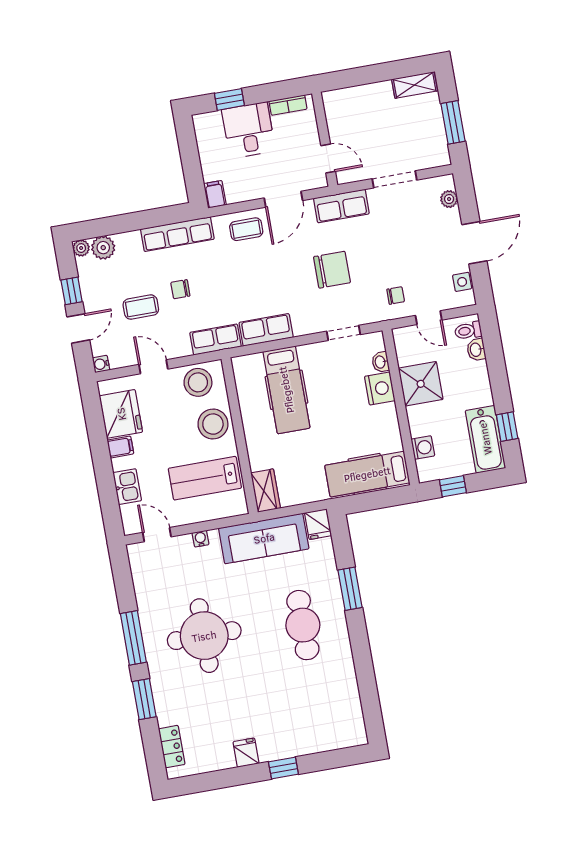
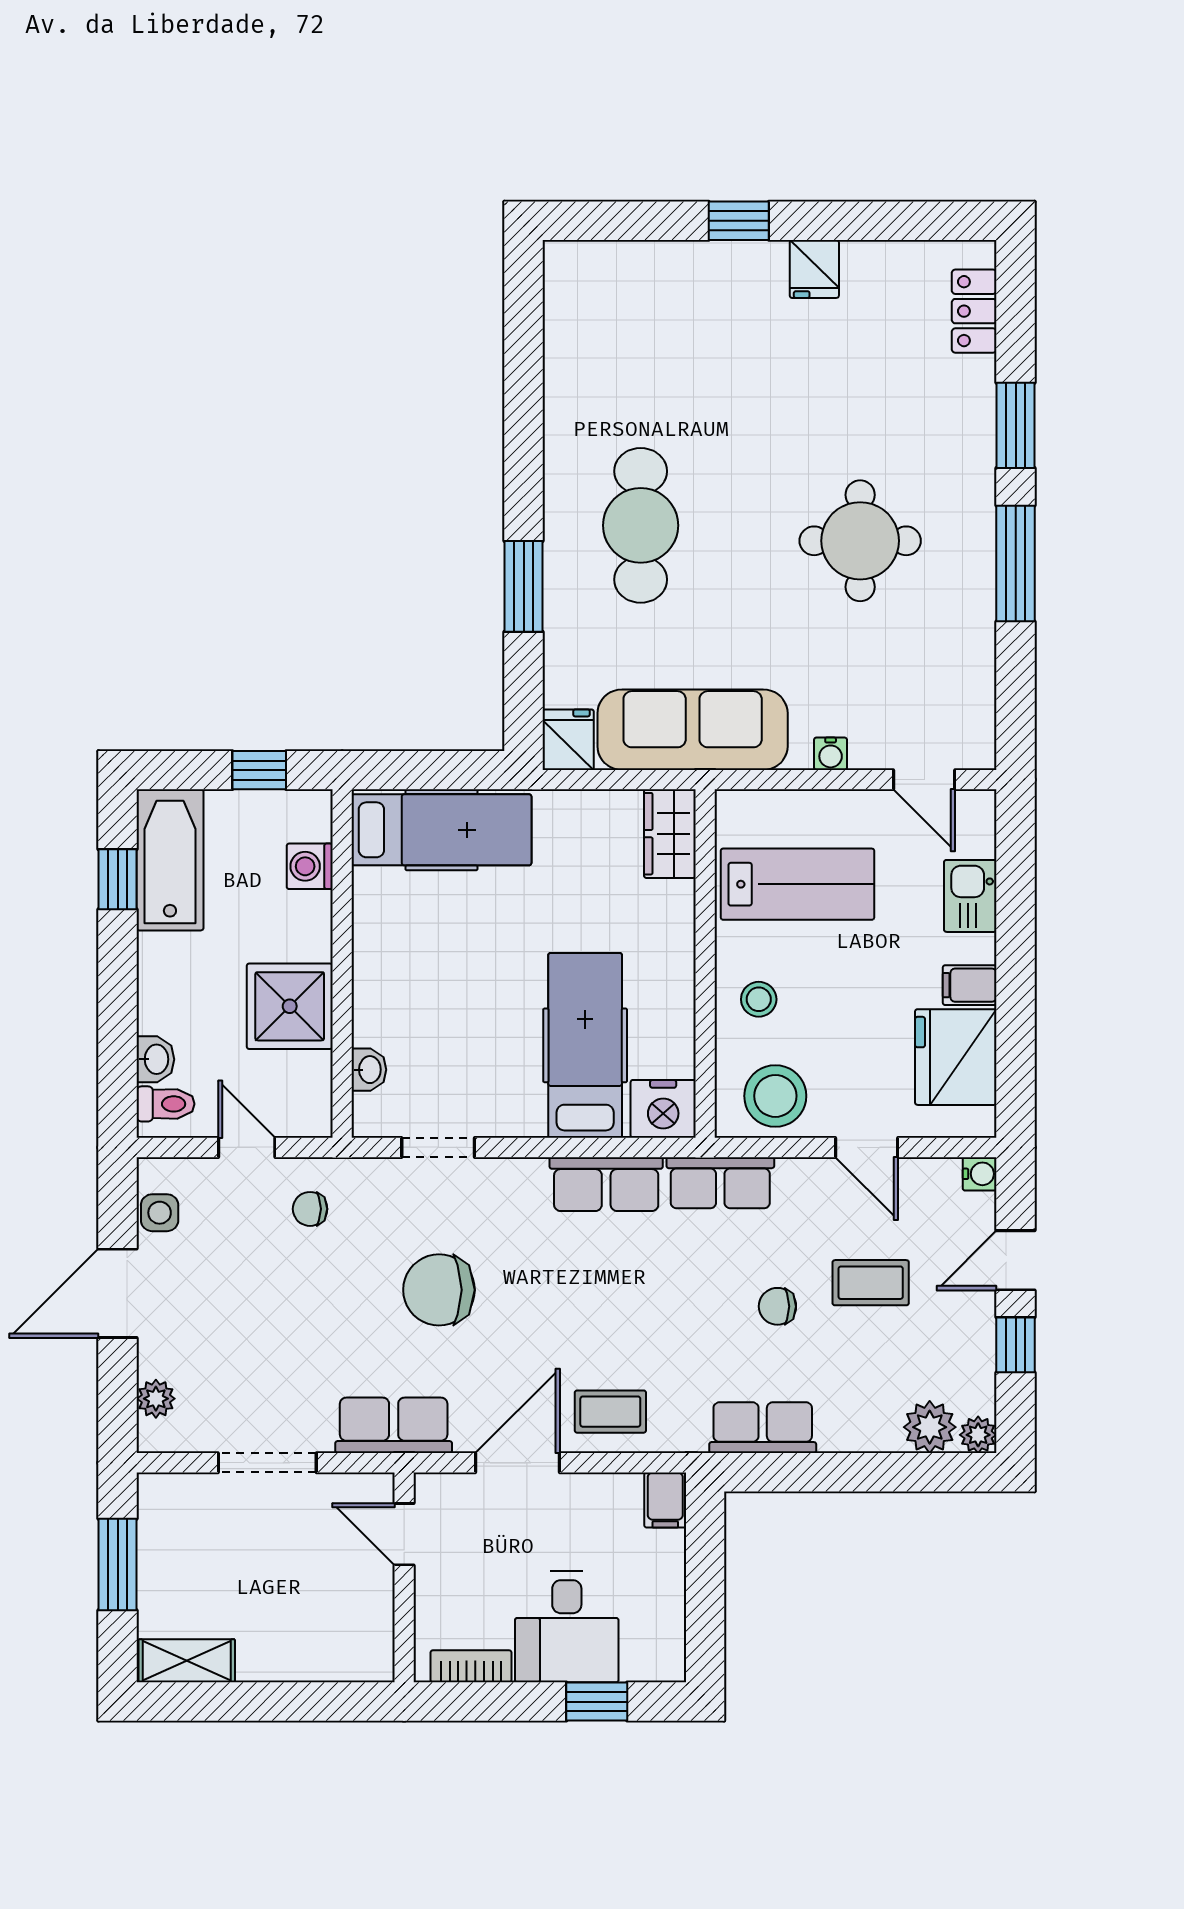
row of seats: (177, 234) -> (763, 1428), width x0.68
chair: (180, 289) -> (777, 1306), turned 180
nightstand: (380, 388) -> (663, 1109), moved, turned -90
stool: (213, 424) -> (759, 999), width x0.53, depth x0.53
round table: (204, 636) -> (860, 541), width x0.73, depth x0.73

